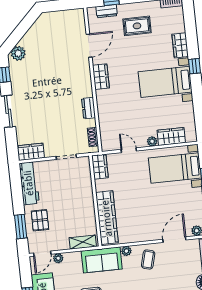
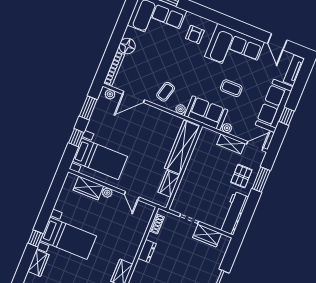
wardrobe: (31, 152) -> (207, 236), moved
wardrobe: (100, 167) -> (169, 184), moved
shelving: (83, 242) -> (231, 144), moved
plant: (58, 258) -> (227, 128), moved

